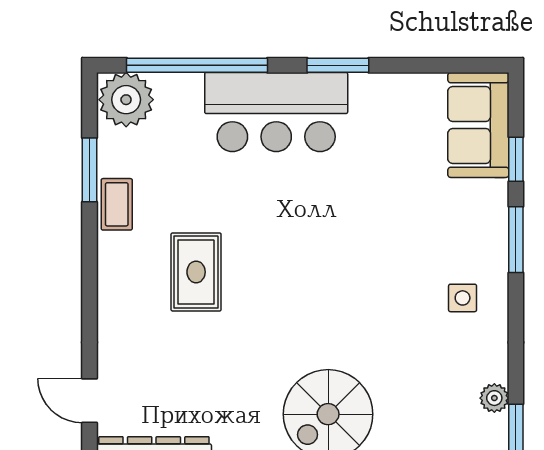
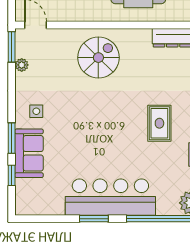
bar counter: (276, 112) -> (110, 197), width x1.36
sofa: (478, 125) -> (29, 153), moved

